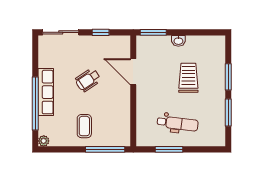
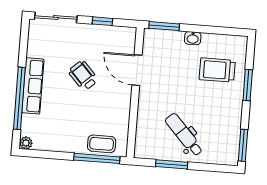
trolley: (188, 78) -> (217, 70), moved, turned -90
wheelchair: (88, 80) -> (83, 76), turned 81
window: (228, 112) -> (243, 145), moved
dental chair: (178, 123) -> (184, 135), turned -140
coffee table: (84, 126) -> (102, 144), moved, turned 90

